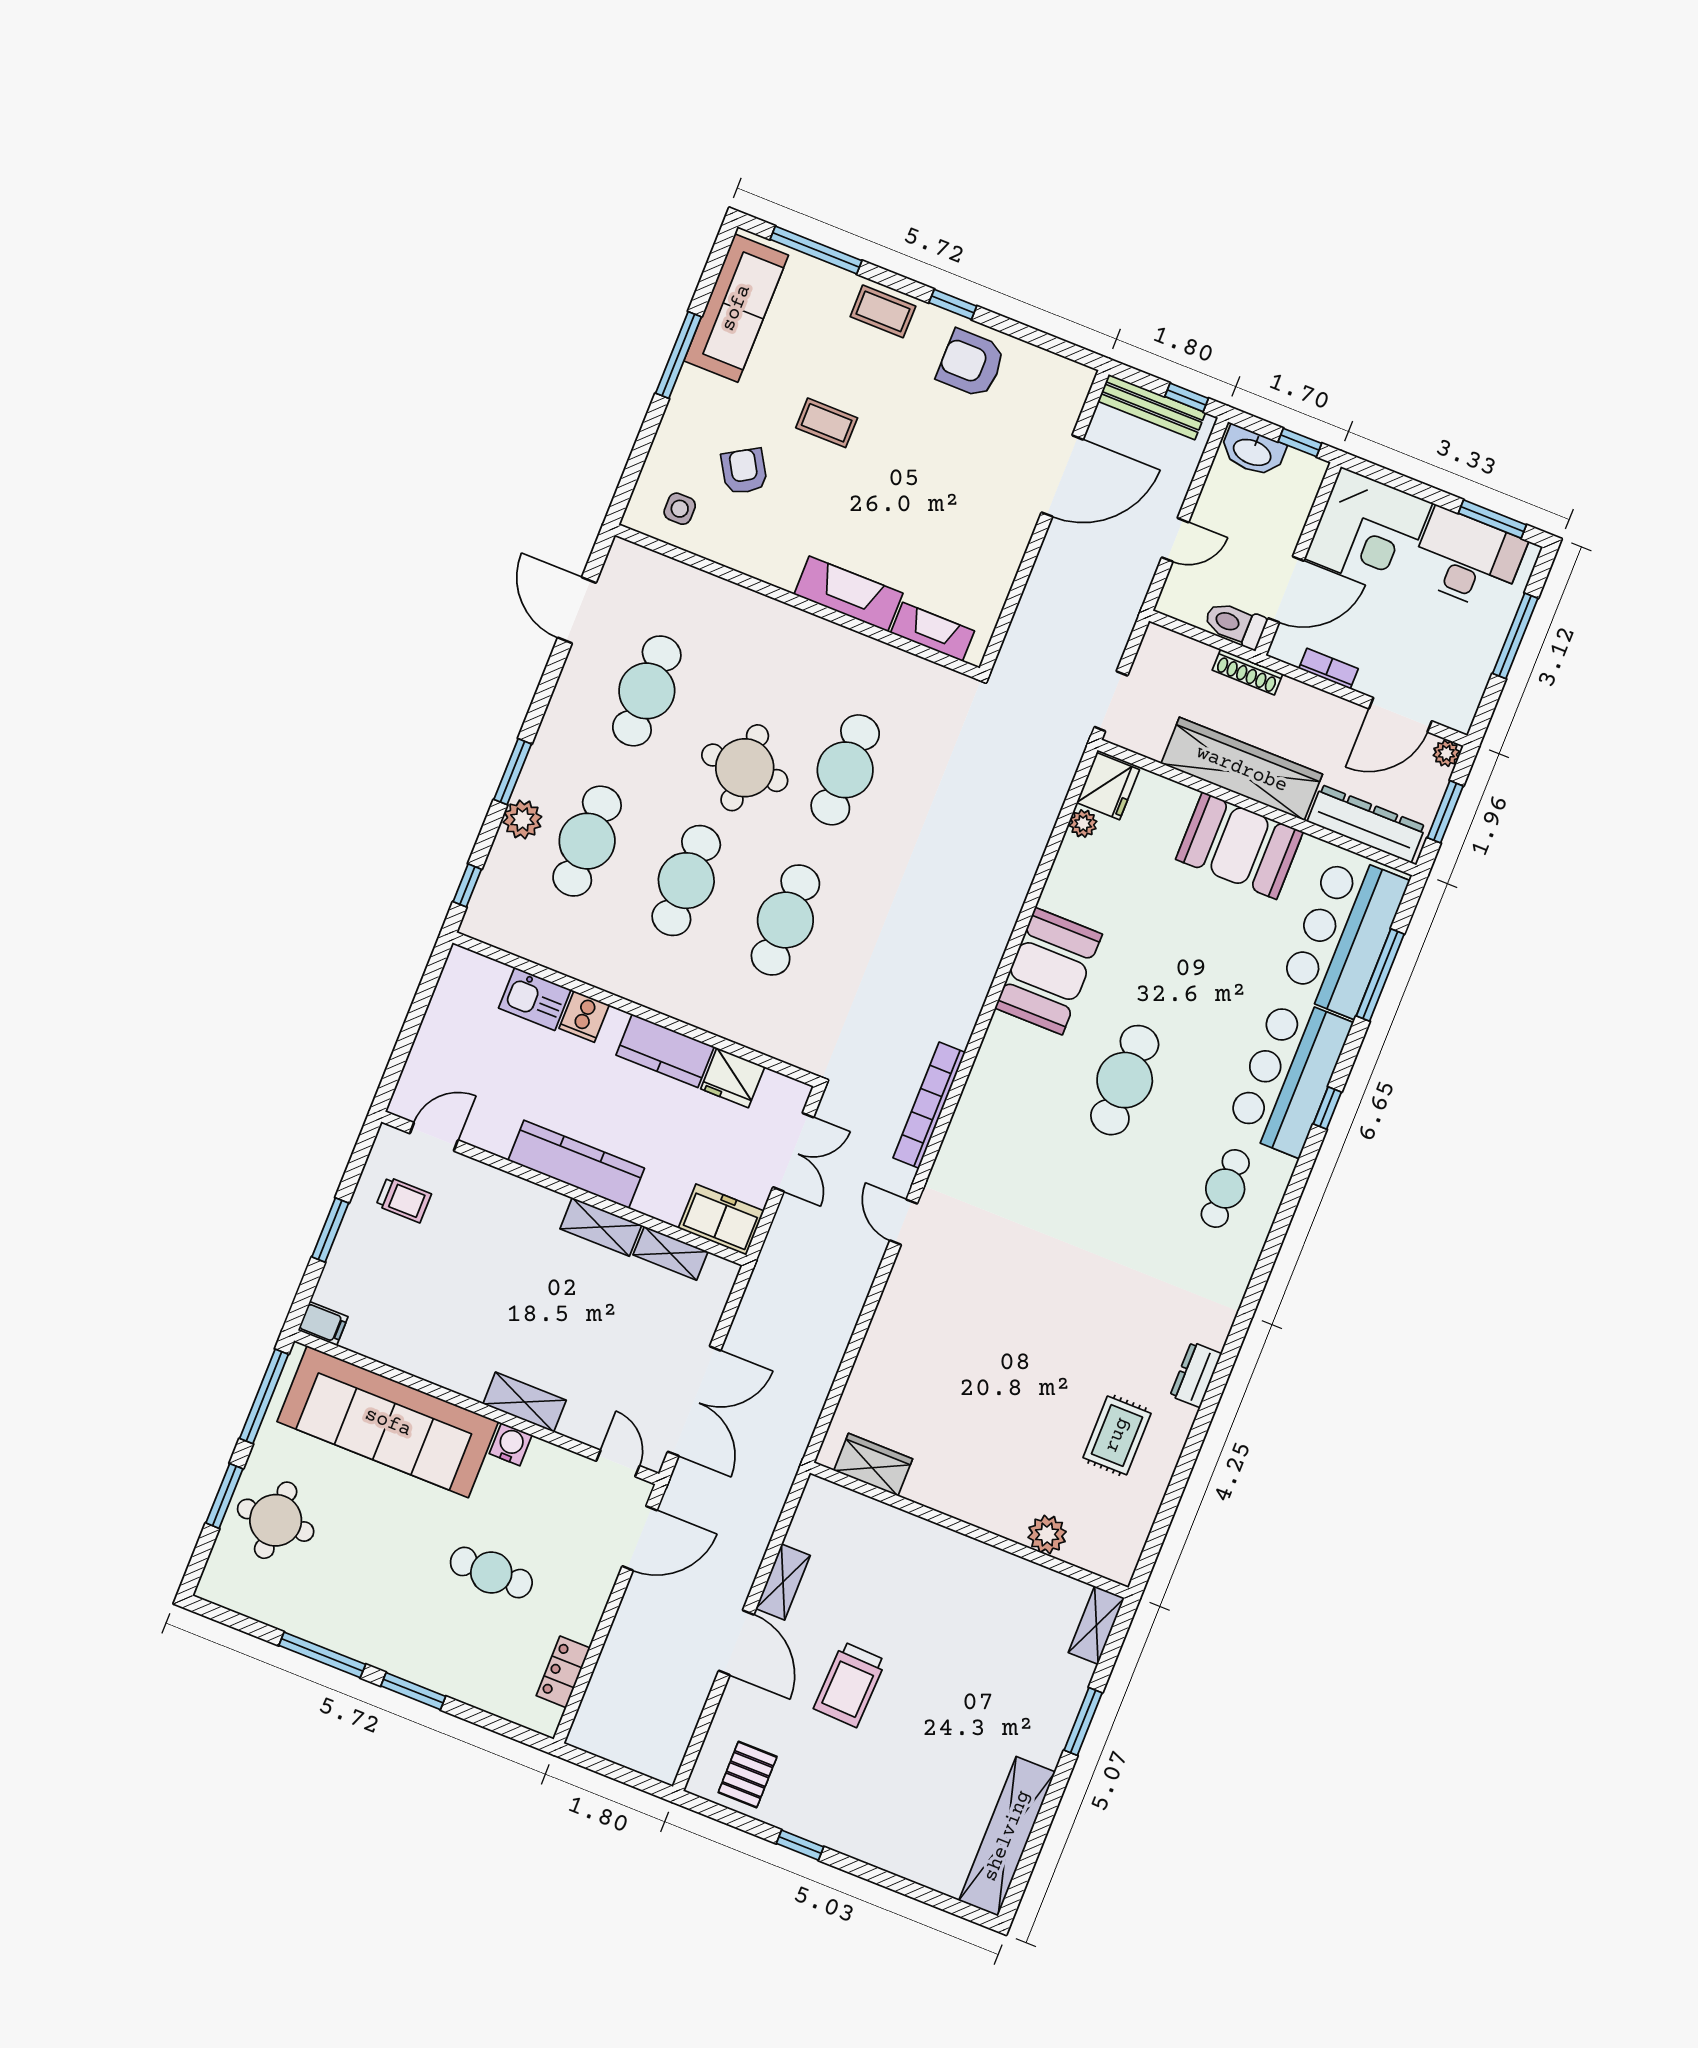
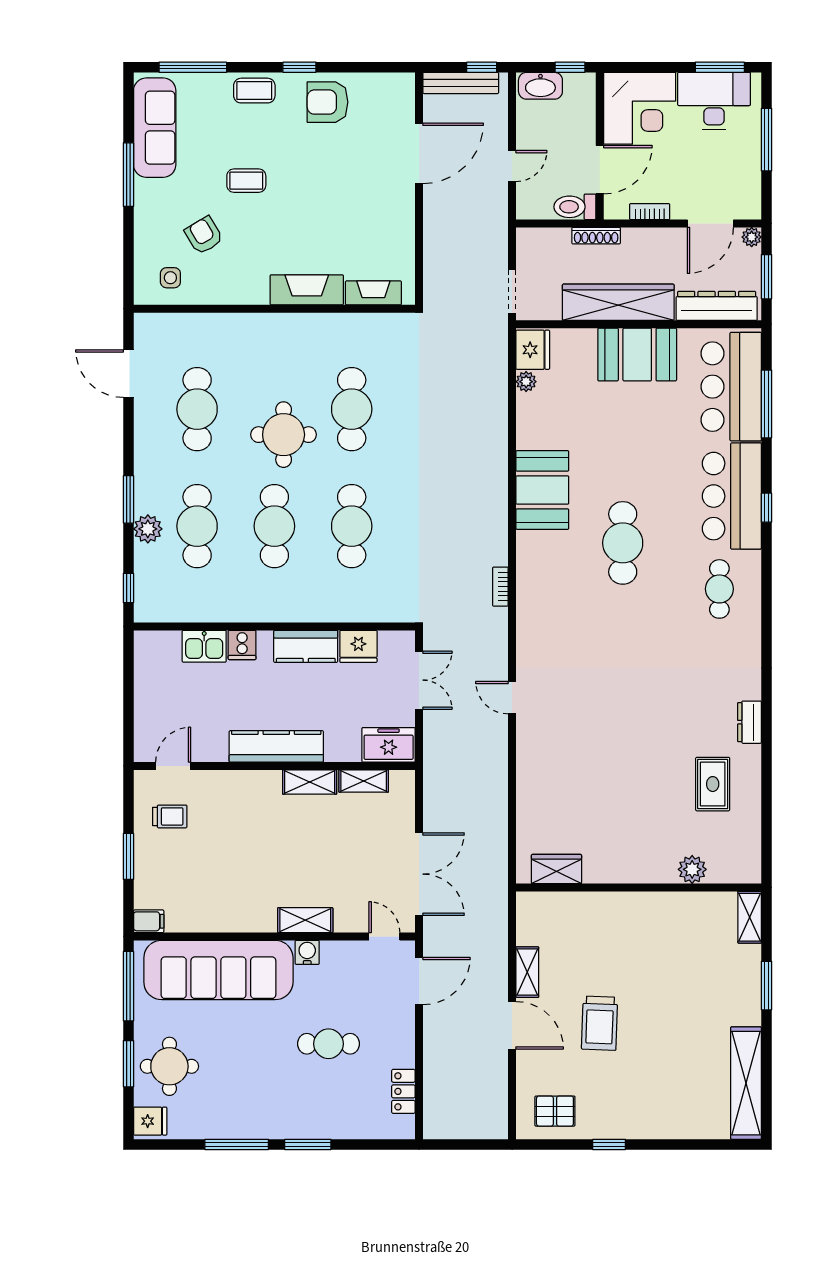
bookcase: (929, 1105) -> (500, 587), width x0.43, depth x0.76
fridge: (223, 1581) -> (150, 1121), added
pallet: (748, 1775) -> (555, 1111), turned 90

